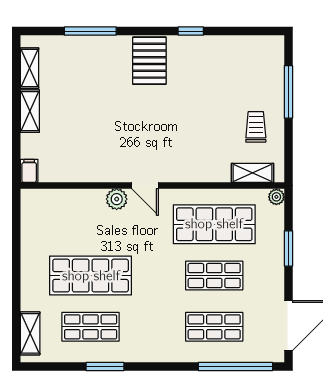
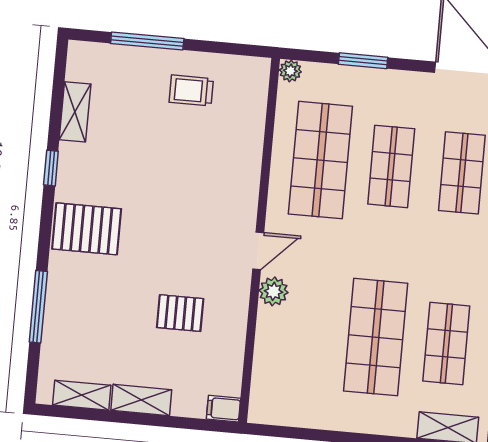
pallet: (95, 133) -> (180, 313), added
shelving: (252, 173) -> (75, 112), moved

